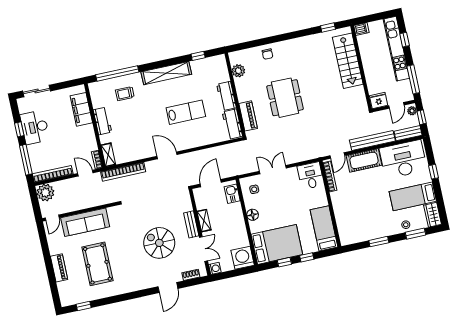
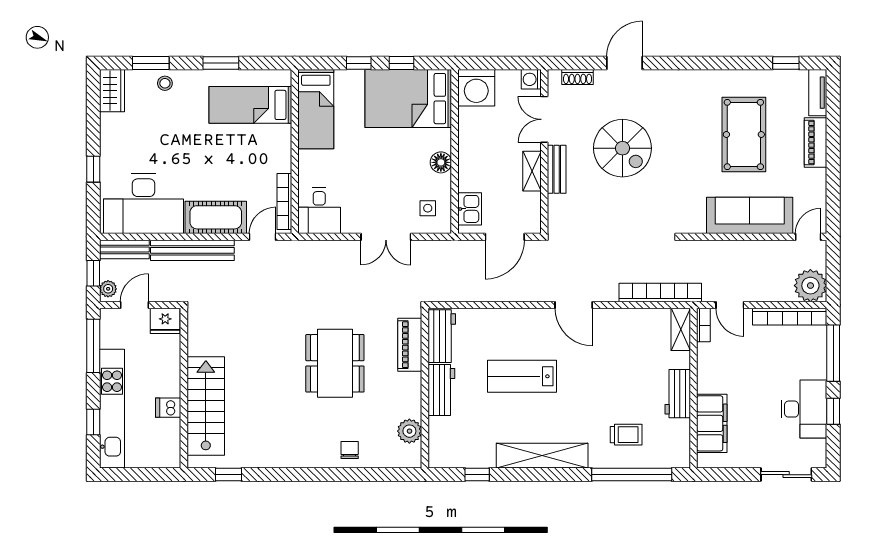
dishwasher: (361, 29) -> (168, 408), moved
bed: (413, 196) -> (250, 105), moved, turned 180
tv unit: (64, 294) -> (818, 93), added

